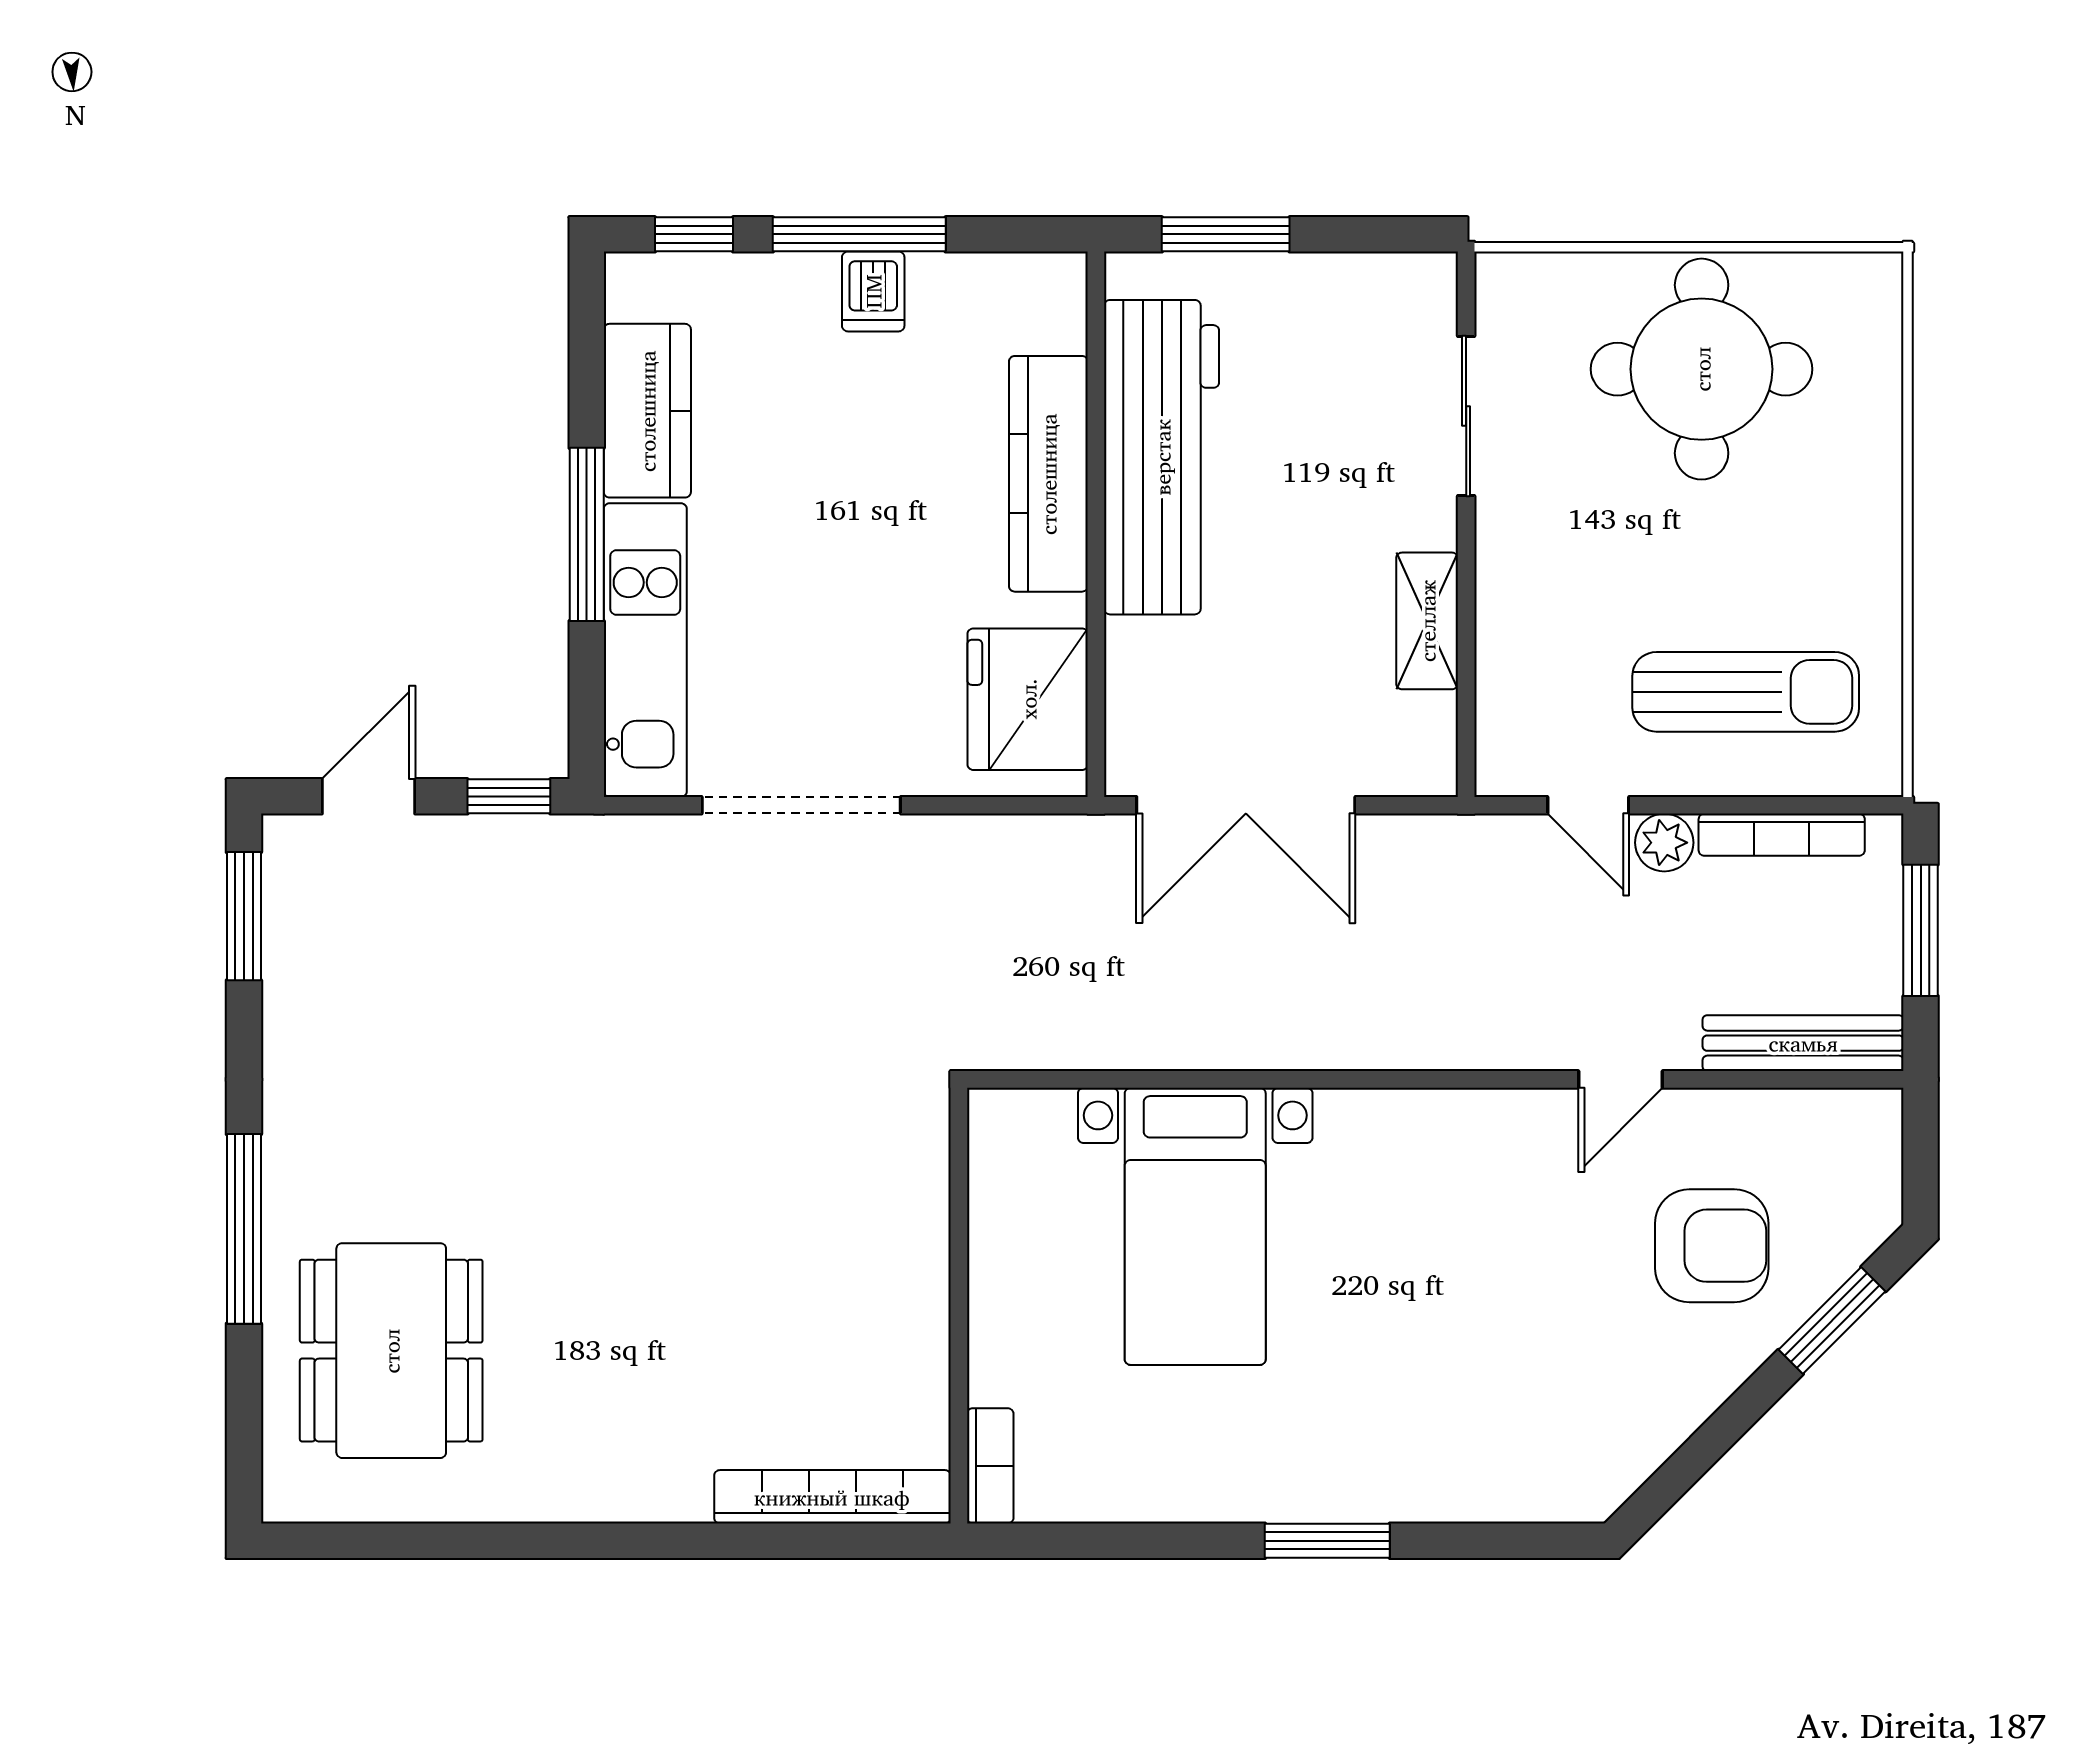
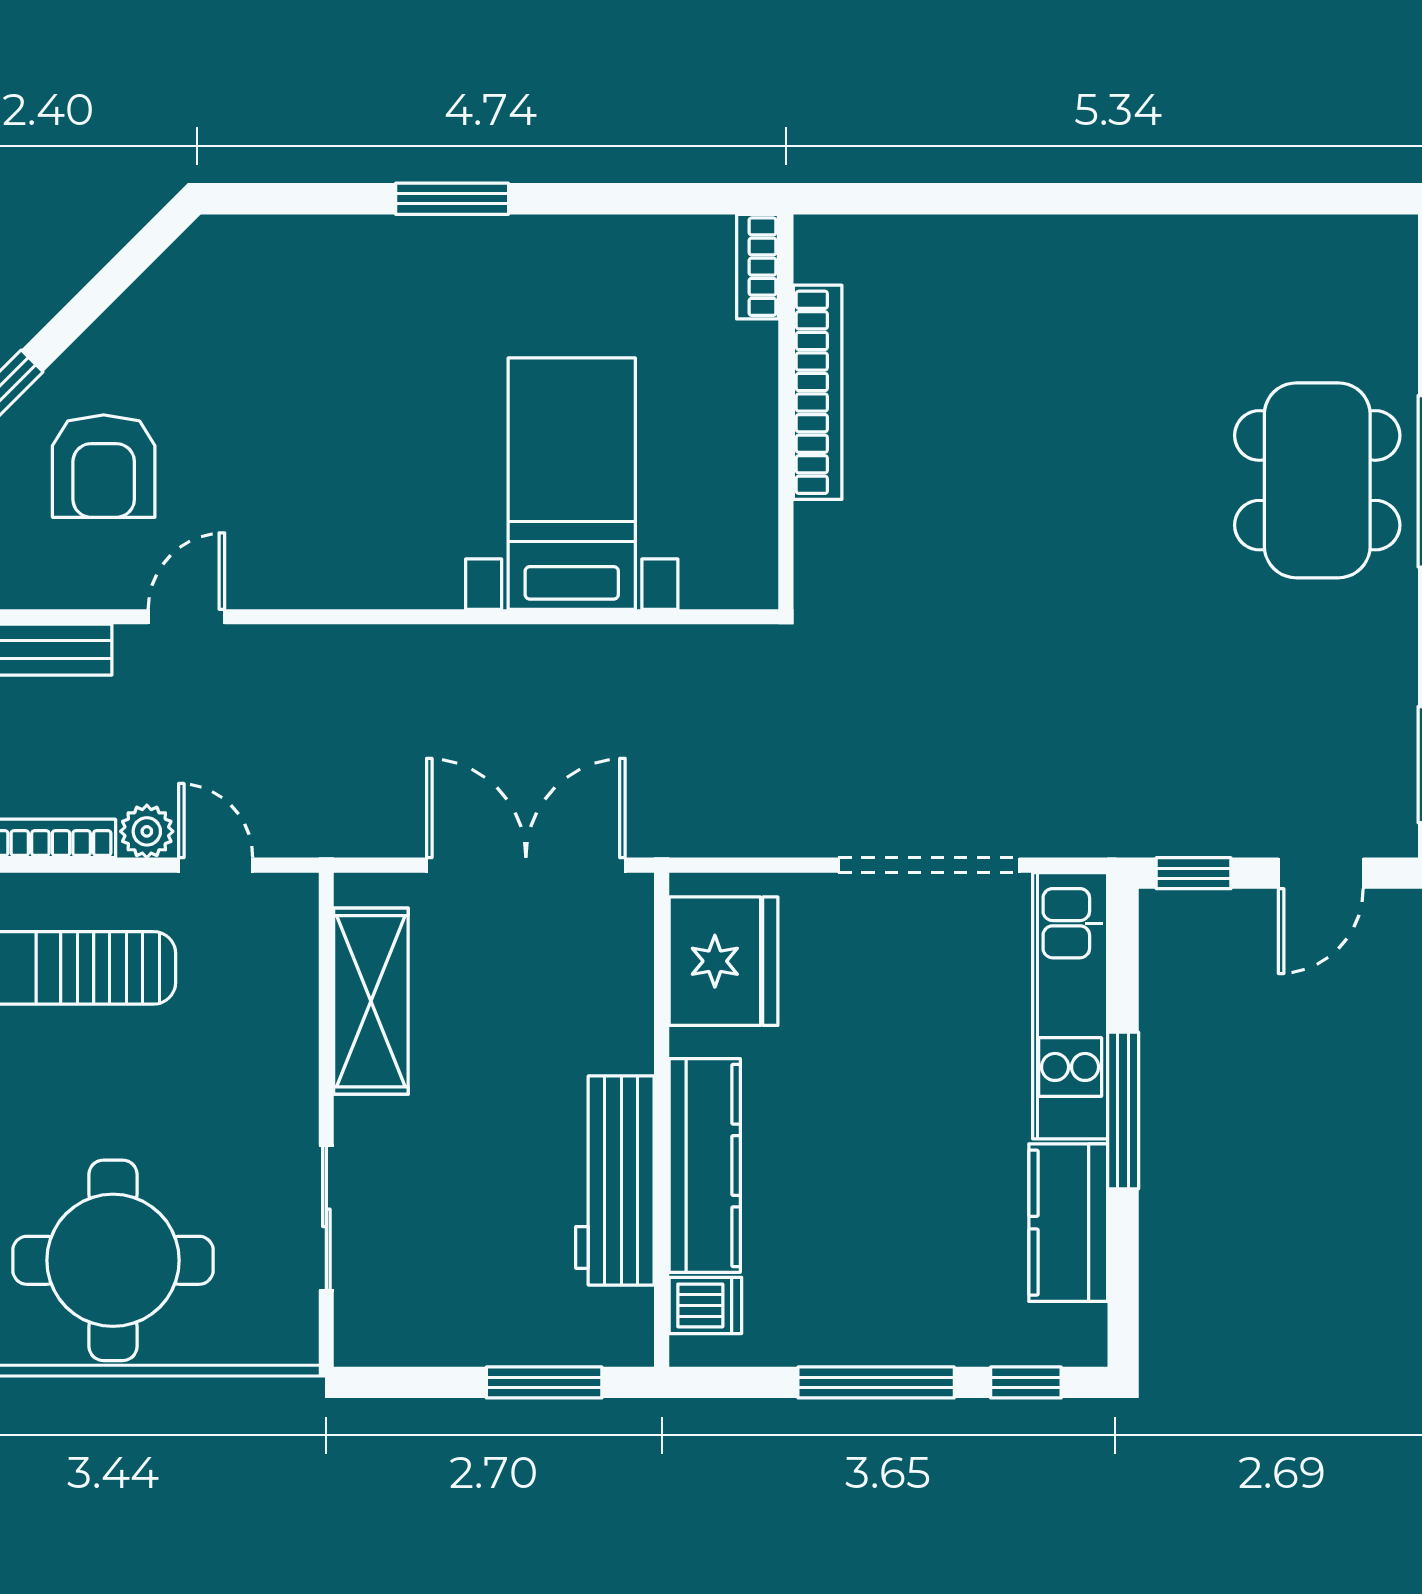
dishwasher: (873, 291) -> (705, 1305), moved, turned 90
workbench: (1162, 457) -> (615, 1181), width x0.73, depth x0.76
shelving: (1427, 621) -> (371, 1001), width x1.50, depth x1.33
armchair: (1712, 1246) -> (104, 466), turned -90
dining table: (391, 1351) -> (1317, 480), moved
bookcase: (832, 1497) -> (818, 392), moved, turned -90

